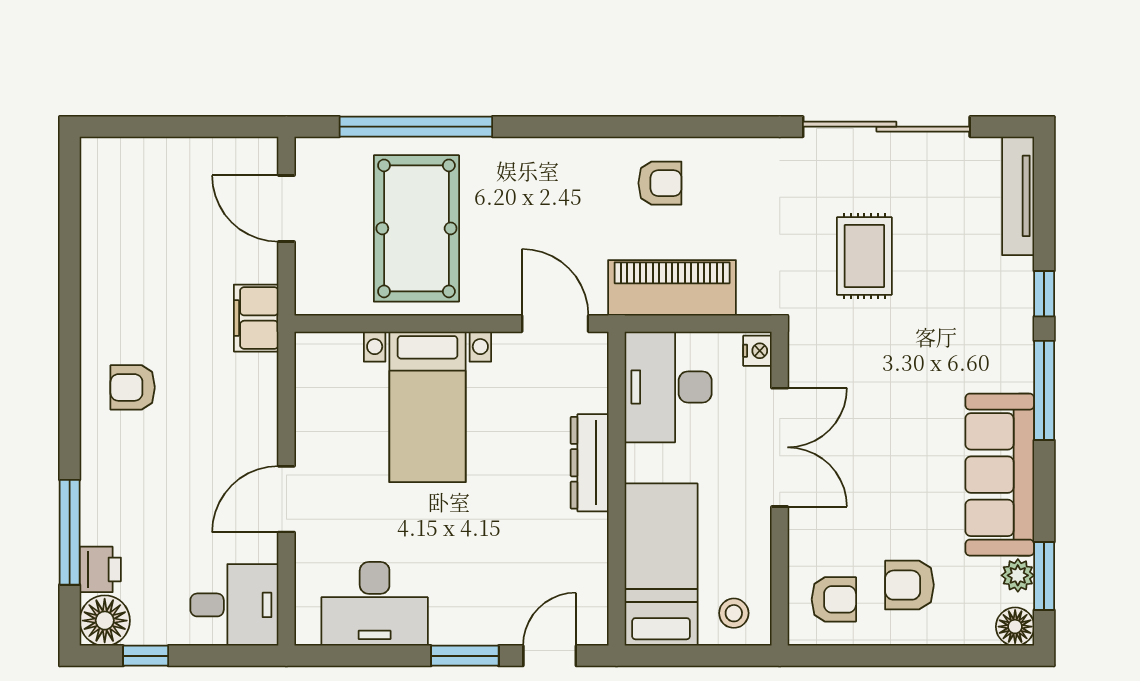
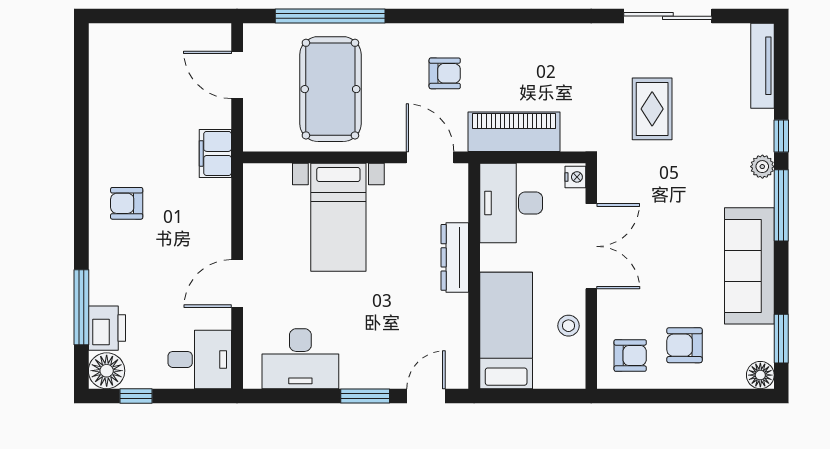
sliding door: (886, 127) -> (668, 16), width x0.73
armchair: (660, 183) -> (445, 73), moved
printer: (100, 569) -> (107, 328), width x1.36, depth x1.24
plant: (1018, 575) -> (762, 167), moved
stool: (734, 613) -> (568, 326), moved

